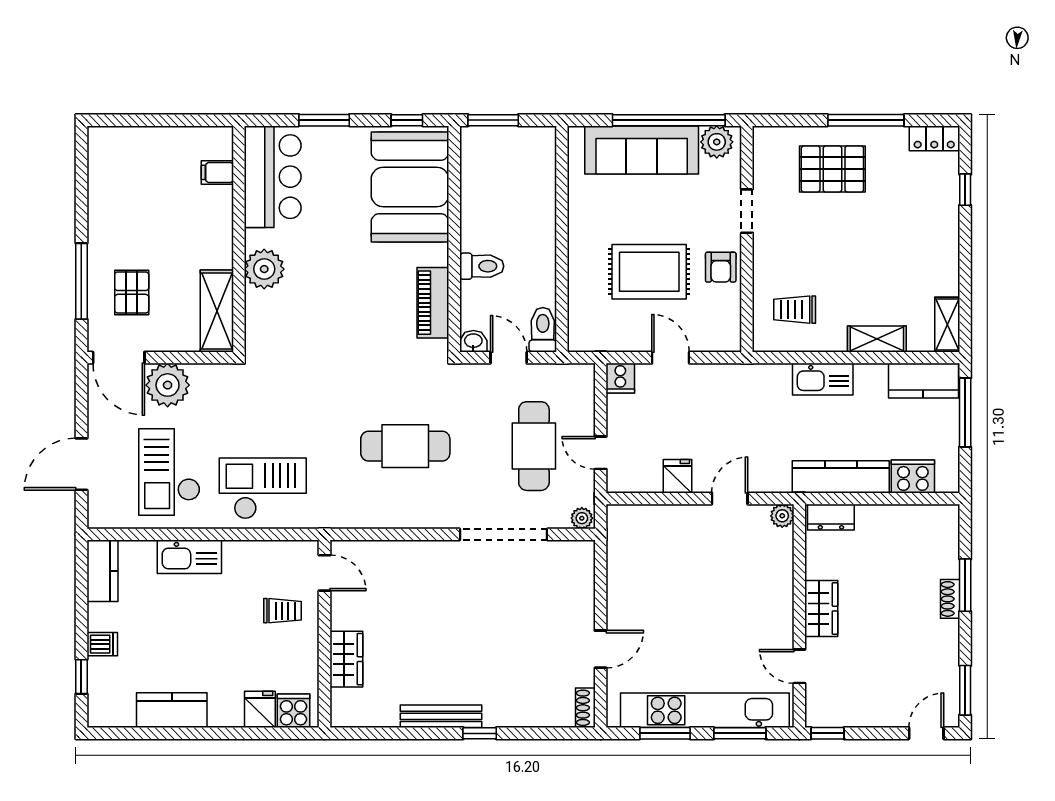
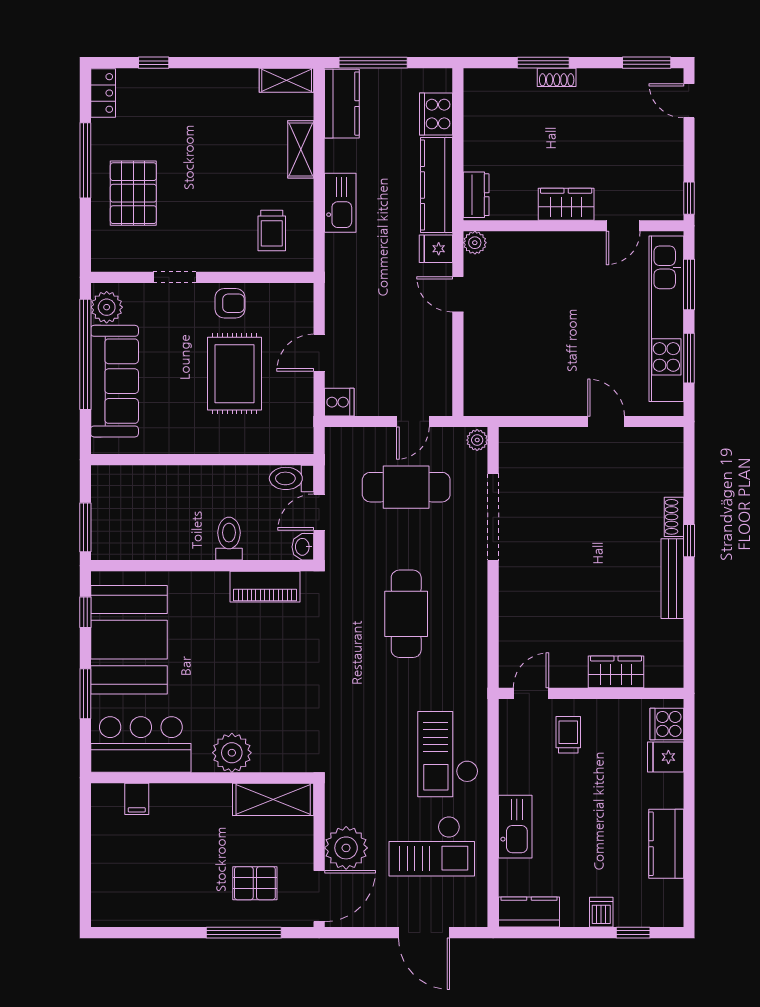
booth: (410, 187) -> (129, 640), moved, turned 90
fridge: (678, 476) -> (436, 249), moved
shoe rack: (585, 708) -> (674, 517), moved, turned 90

